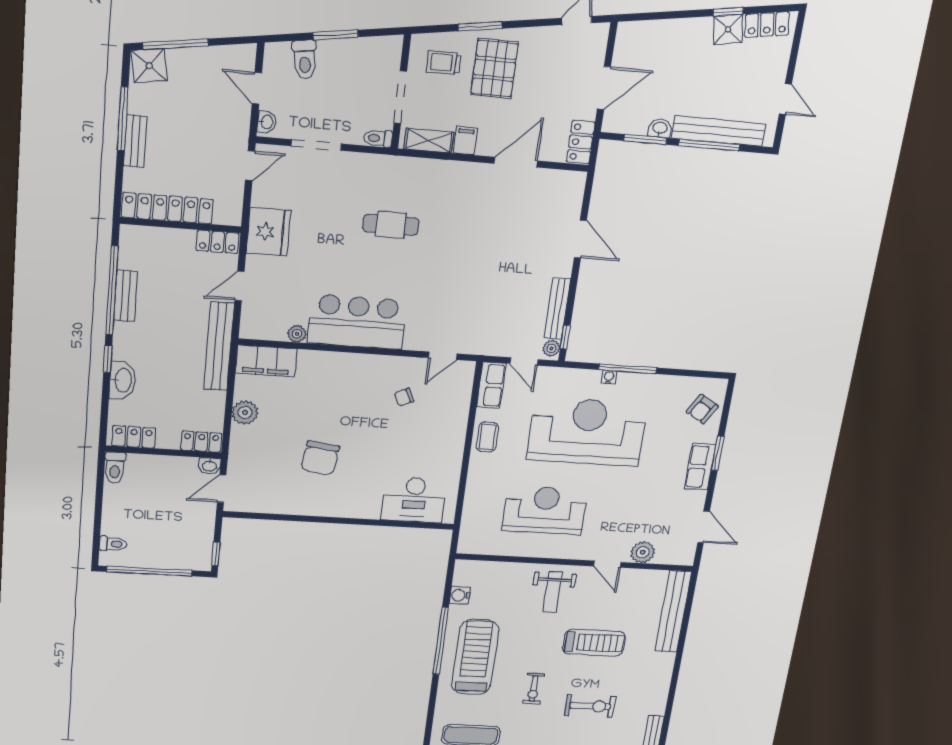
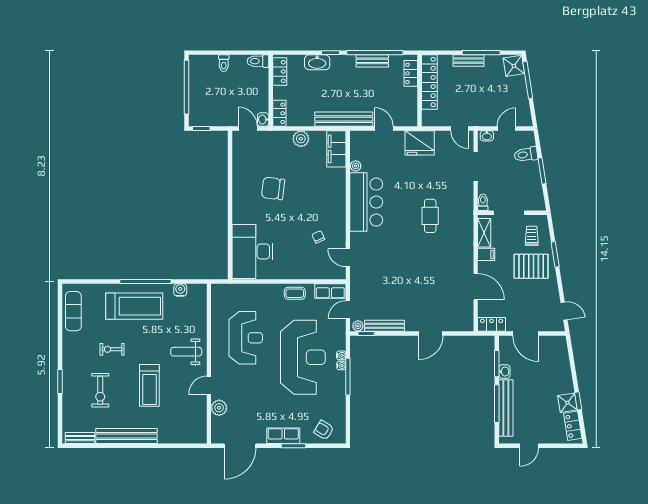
locker: (218, 242) -> (411, 73), moved
water cooler: (593, 376) -> (341, 355), added
desk: (414, 500) -> (252, 251), width x1.36, depth x1.30
door: (704, 527) -> (240, 446), width x1.36
toilet: (113, 544) -> (224, 63), moved
bench: (673, 612) -> (127, 436), moved

